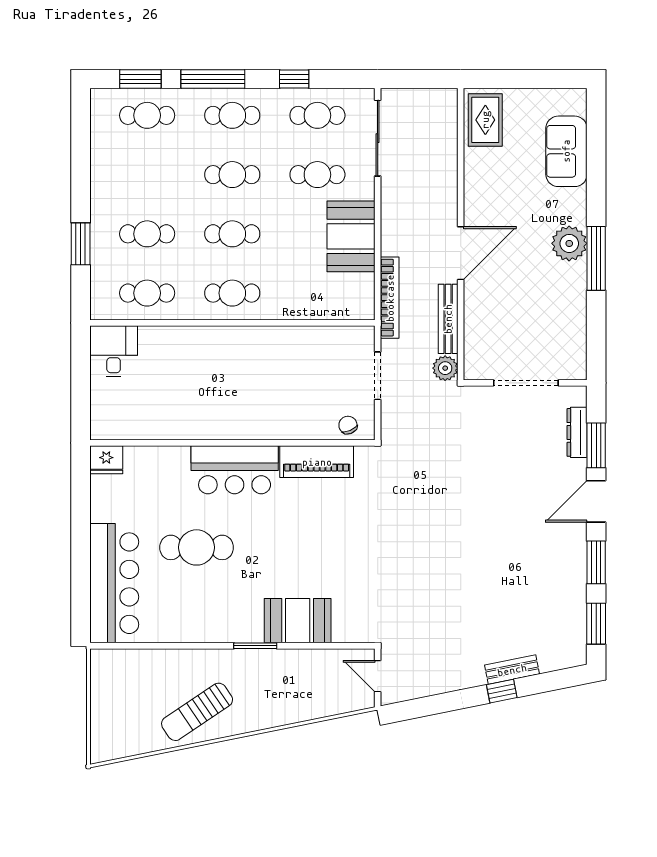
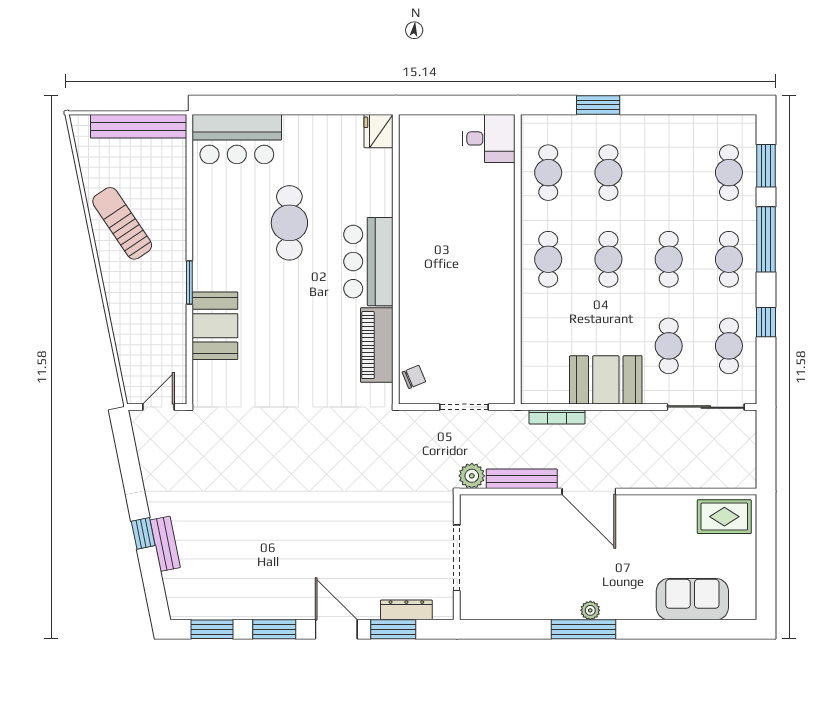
plant: (569, 243) -> (590, 610), width x0.53, depth x0.53
bookcase: (390, 298) -> (557, 417), width x0.68, depth x0.76
bar counter: (114, 583) -> (237, 139), width x0.73
bench: (102, 696) -> (139, 126), added

